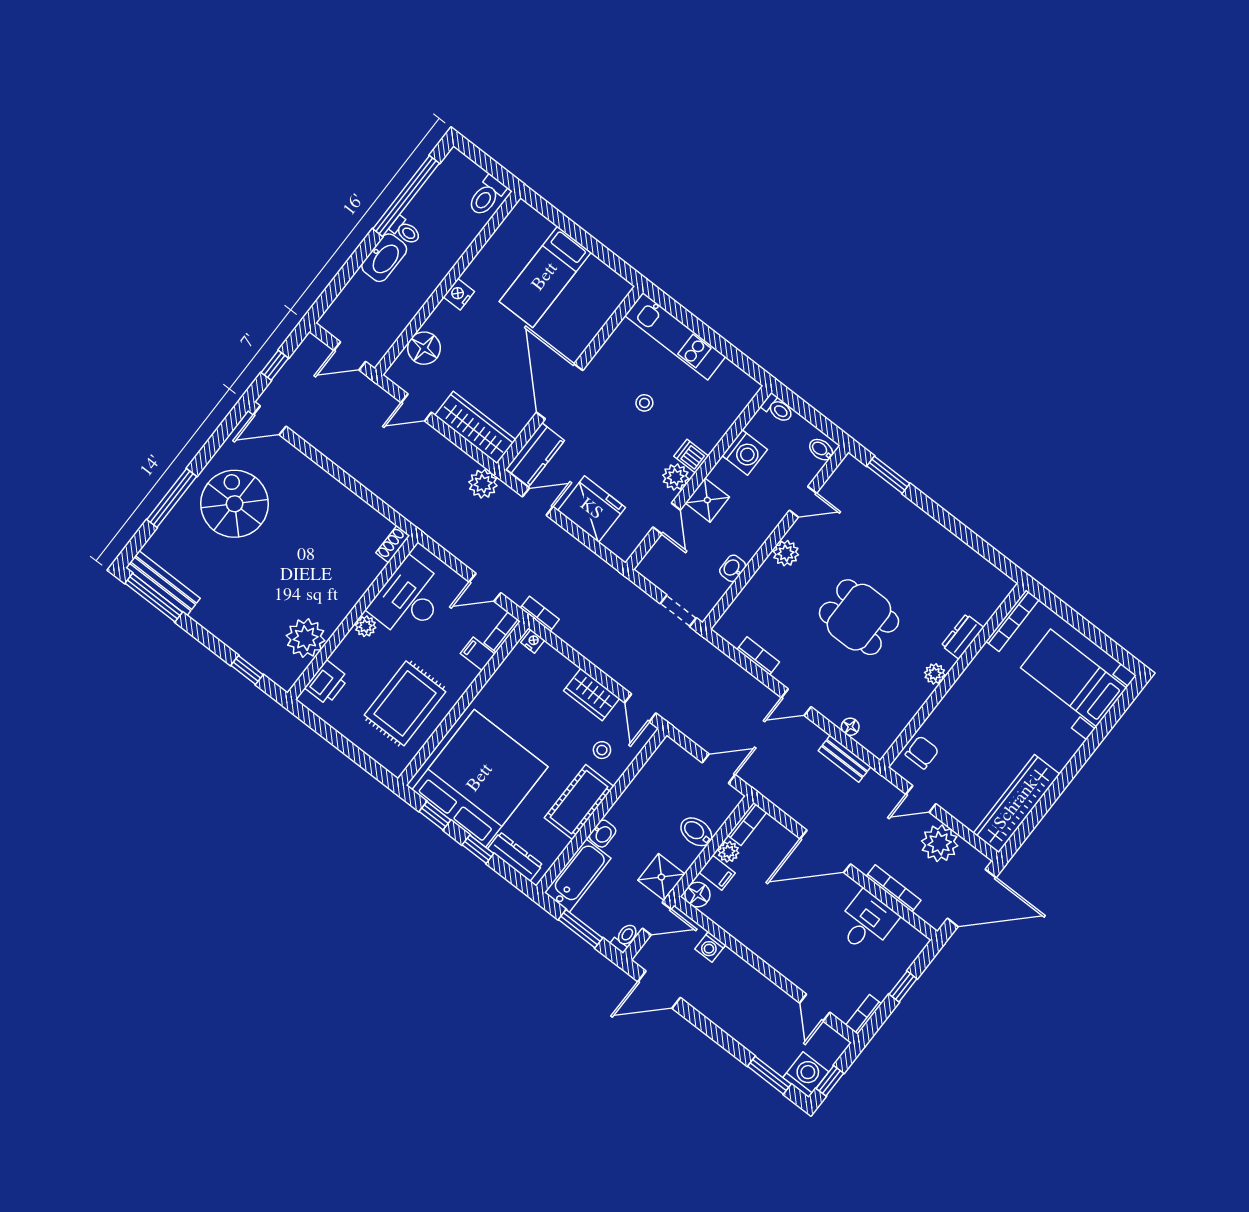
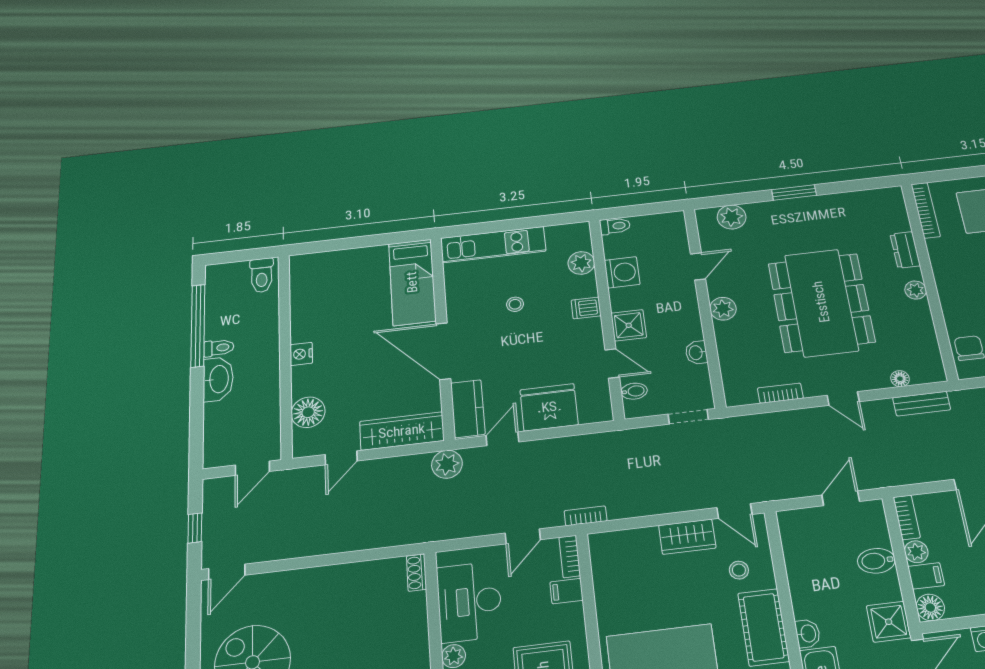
bed: (545, 277) -> (412, 282), moved
bidet: (821, 450) -> (634, 391), moved, turned 180
window: (888, 475) -> (794, 192), moved
plant: (676, 477) -> (581, 263), moved
plant: (868, 486) -> (732, 217), added
dining table: (859, 617) -> (821, 302), width x1.87, depth x1.24
nightstand: (533, 641) -> (601, 541), removed
door: (796, 702) -> (843, 398), hinge flipped

